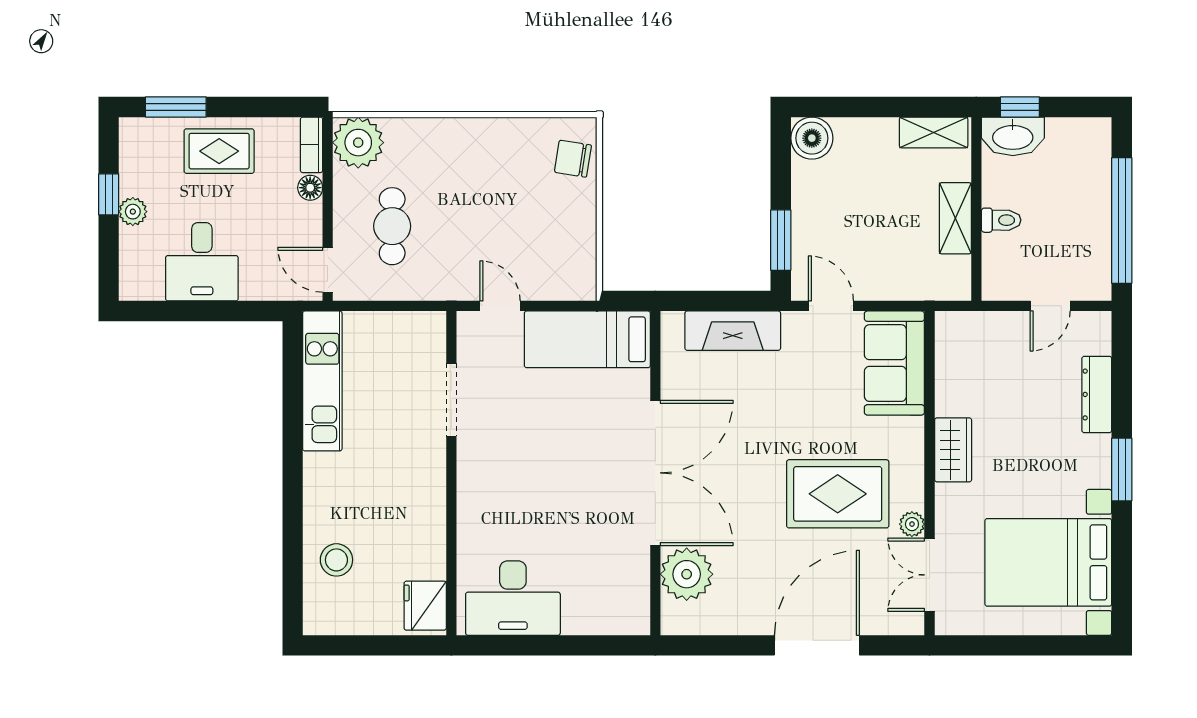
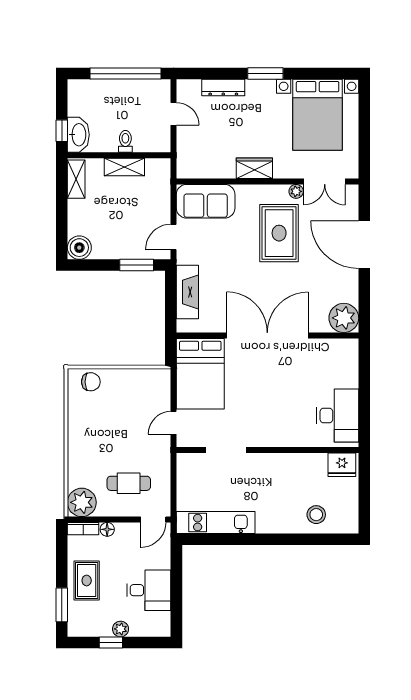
chair: (573, 159) -> (91, 382), turned -99
bed: (587, 339) -> (200, 374), width x1.50
plant: (687, 574) -> (344, 318), moved

